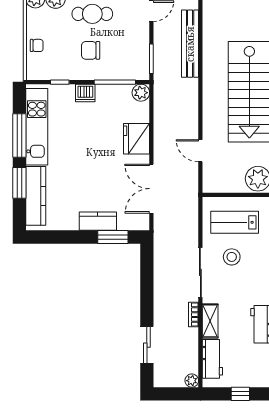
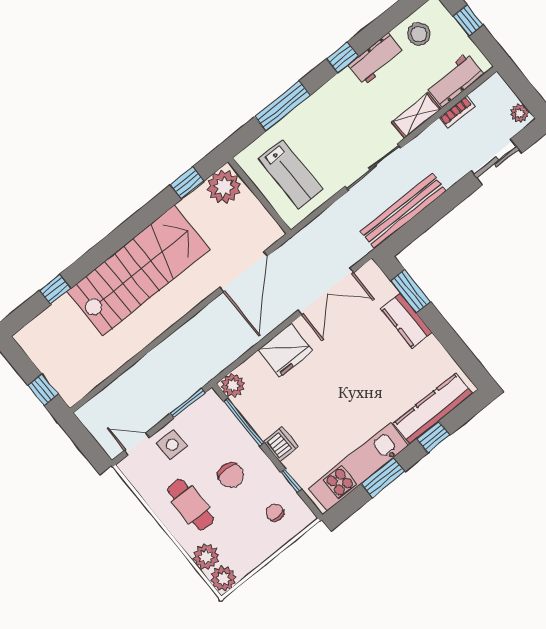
side table: (135, 31) -> (172, 445), added
bench: (190, 44) -> (403, 211), moved
chair: (37, 45) -> (275, 513), moved
window: (19, 136) -> (383, 478), width x0.69
door: (200, 151) -> (243, 272), width x1.88
window: (19, 183) -> (433, 437), width x0.67
stool: (232, 257) -> (419, 34), moved
bookcase: (193, 315) -> (457, 112), moved
plant: (192, 381) -> (519, 113), moved

